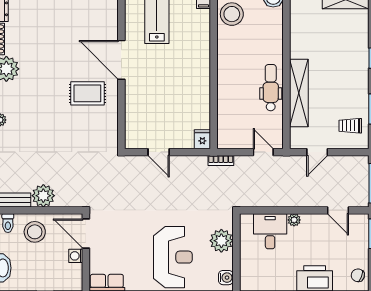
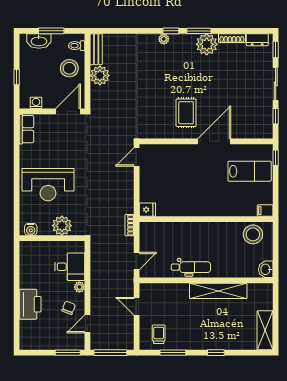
shelving: (299, 93) -> (218, 291), moved
door: (159, 152) -> (137, 157), moved
washing machine: (76, 256) -> (36, 103), moved
chair: (358, 275) -> (69, 308), moved

